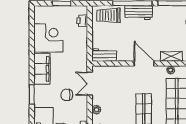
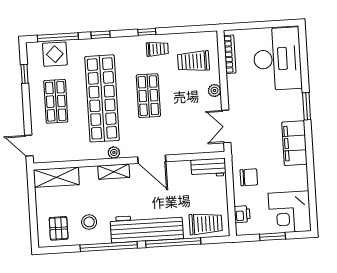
workbench: (139, 13) -> (147, 228), width x1.87, depth x1.32
corner desk: (48, 38) -> (290, 212), moved
double door: (90, 84) -> (226, 126), swing flipped
chair: (67, 95) -> (249, 177), moved

